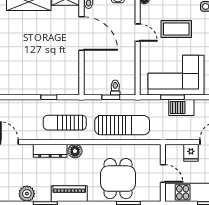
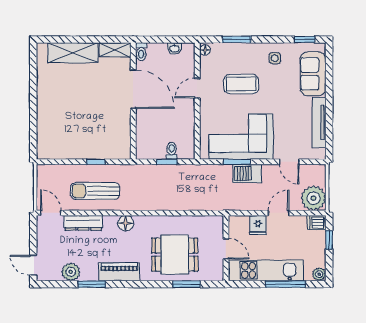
door: (138, 33) -> (197, 88), swing flipped
sun lounger: (65, 123) -> (95, 191), moved
sun lounger: (122, 125) -> (179, 194), removed
dresser: (50, 151) -> (83, 223), moved
dining table: (118, 179) -> (175, 255), turned 90

